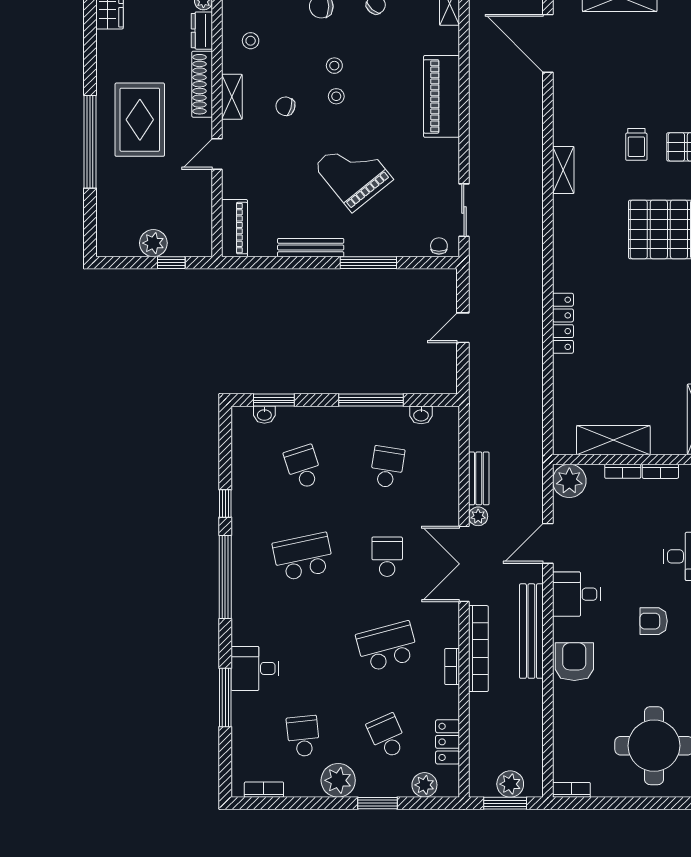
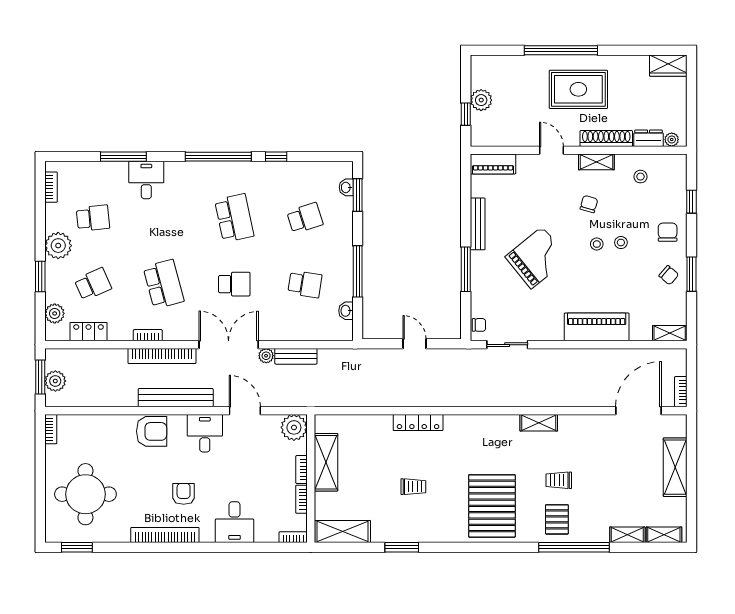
trolley: (644, 329) -> (413, 487), added

